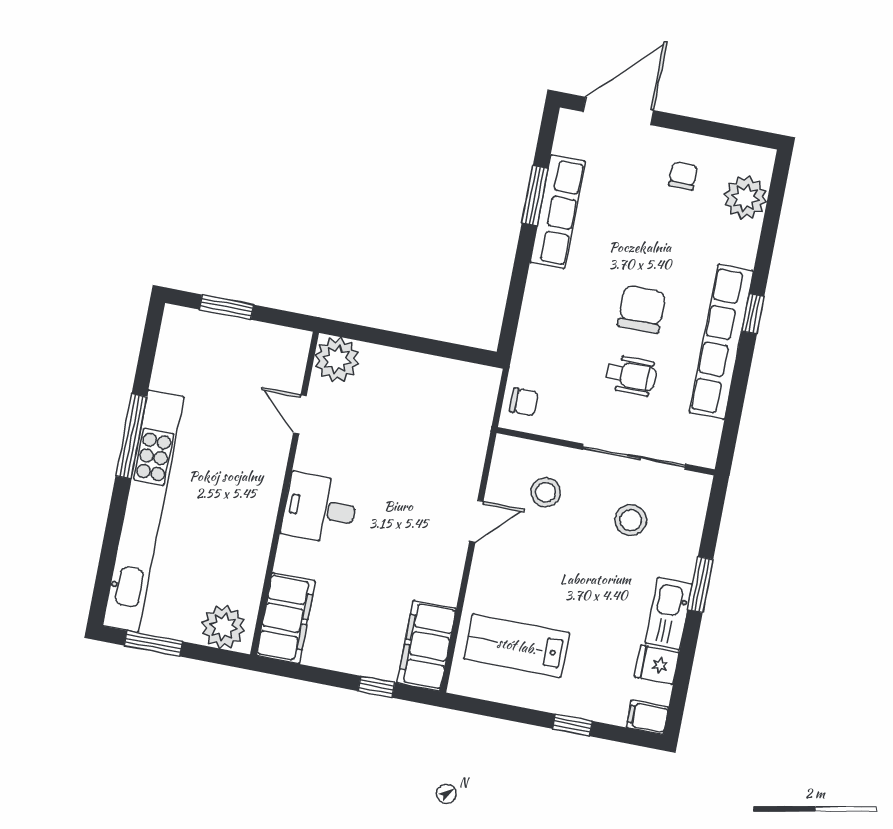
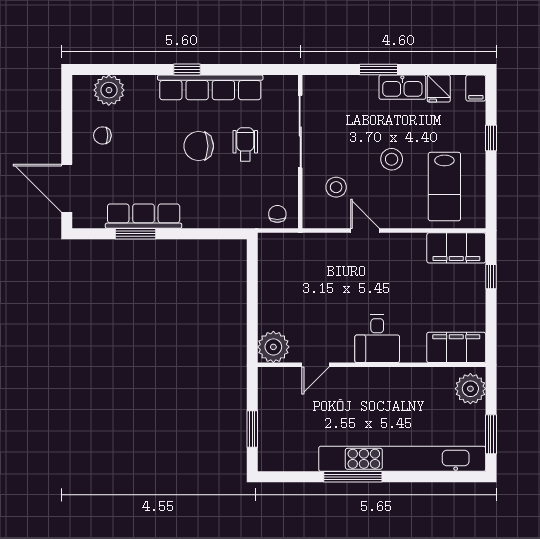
stool: (631, 520) -> (392, 159), moved

